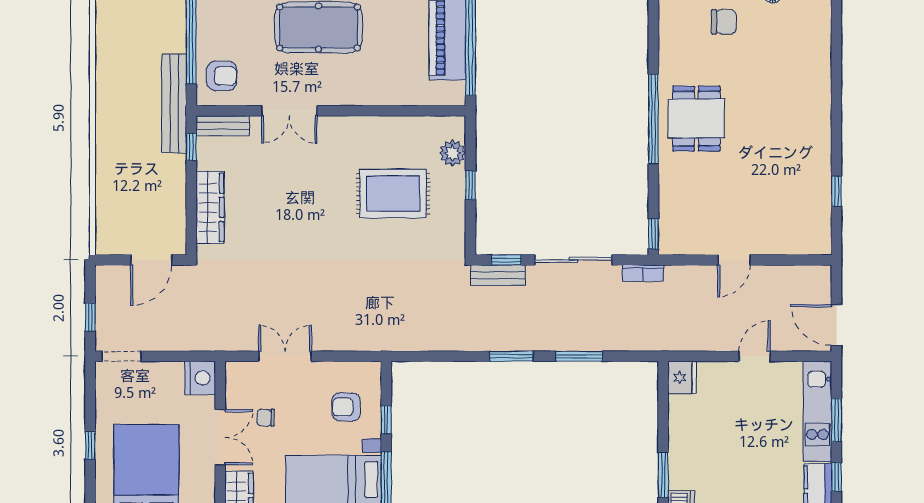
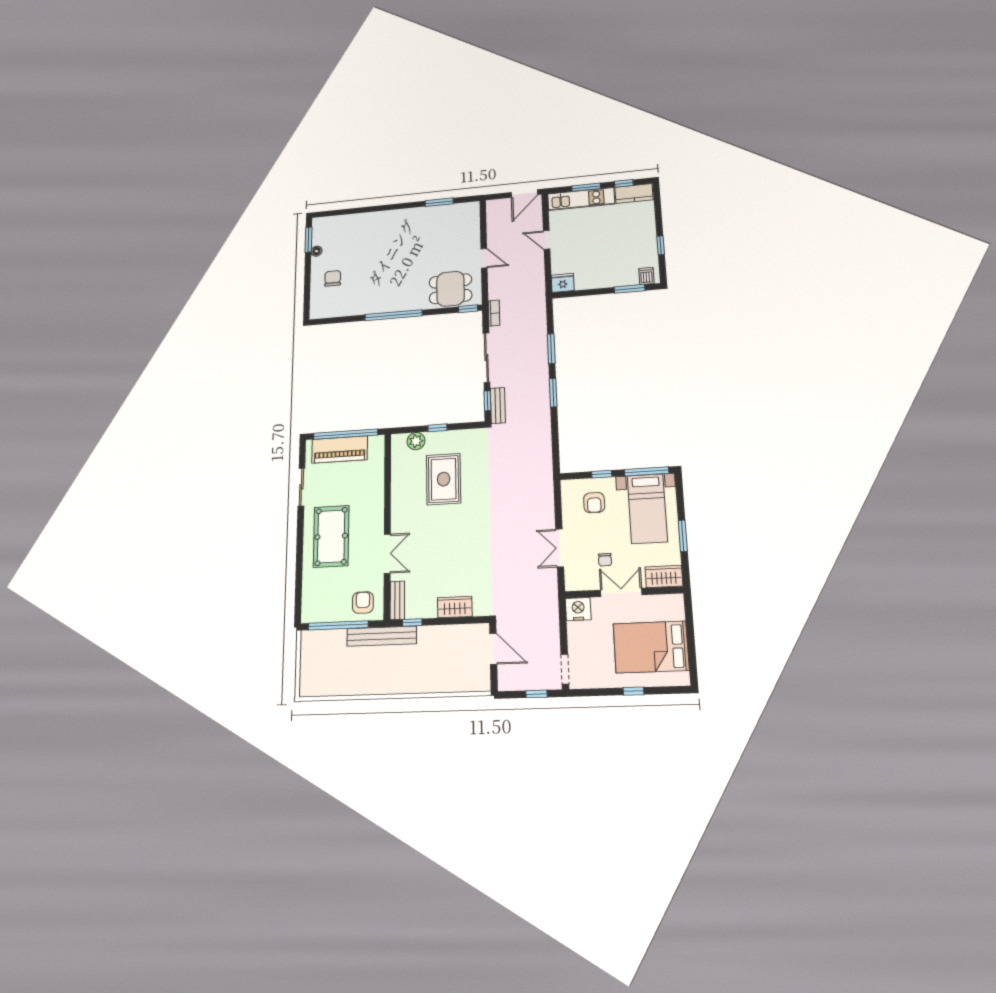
dining table: (696, 119) -> (451, 289), moved
window: (836, 191) -> (439, 202), width x1.50
wardrobe: (210, 207) -> (455, 607), width x0.67

